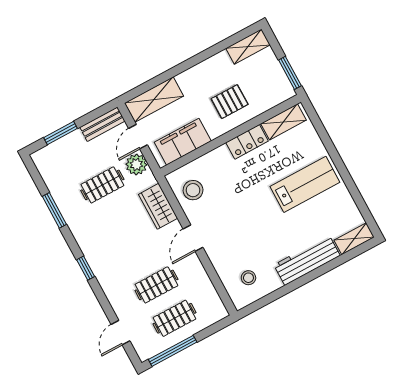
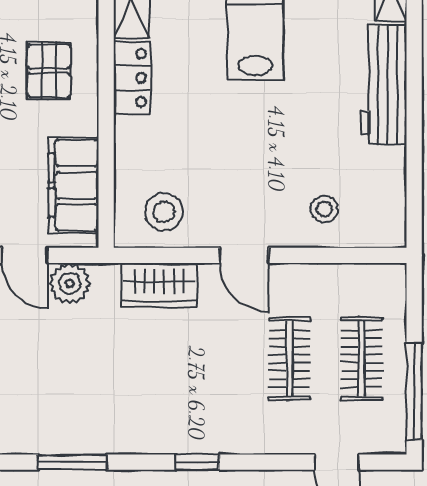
clothes rail: (102, 185) -> (73, 359), removed
stool: (248, 278) -> (324, 209), moved

